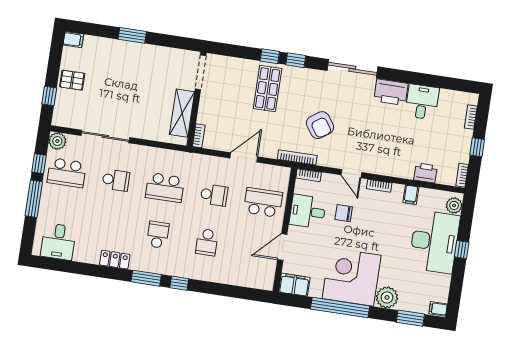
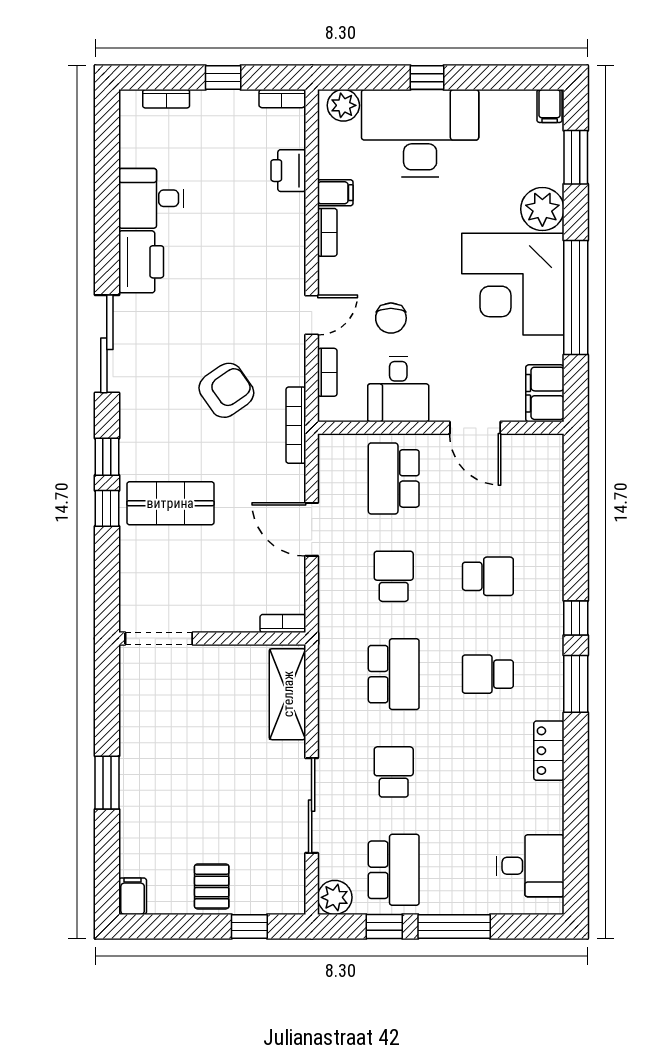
shelving: (182, 113) -> (288, 694), moved, turned 90
bookcase: (309, 175) -> (327, 372), moved
bookcase: (379, 186) -> (327, 232), moved

